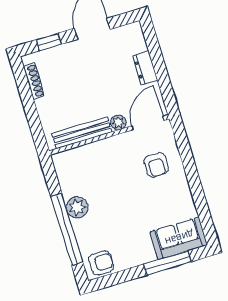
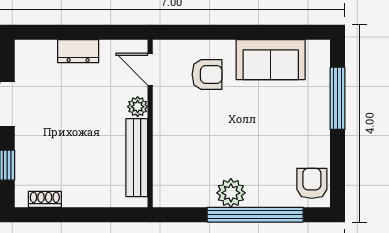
shoe rack: (34, 81) -> (45, 199), width x0.70
door: (148, 123) -> (150, 69), width x0.73
sofa: (179, 238) -> (271, 60), moved, turned -90

